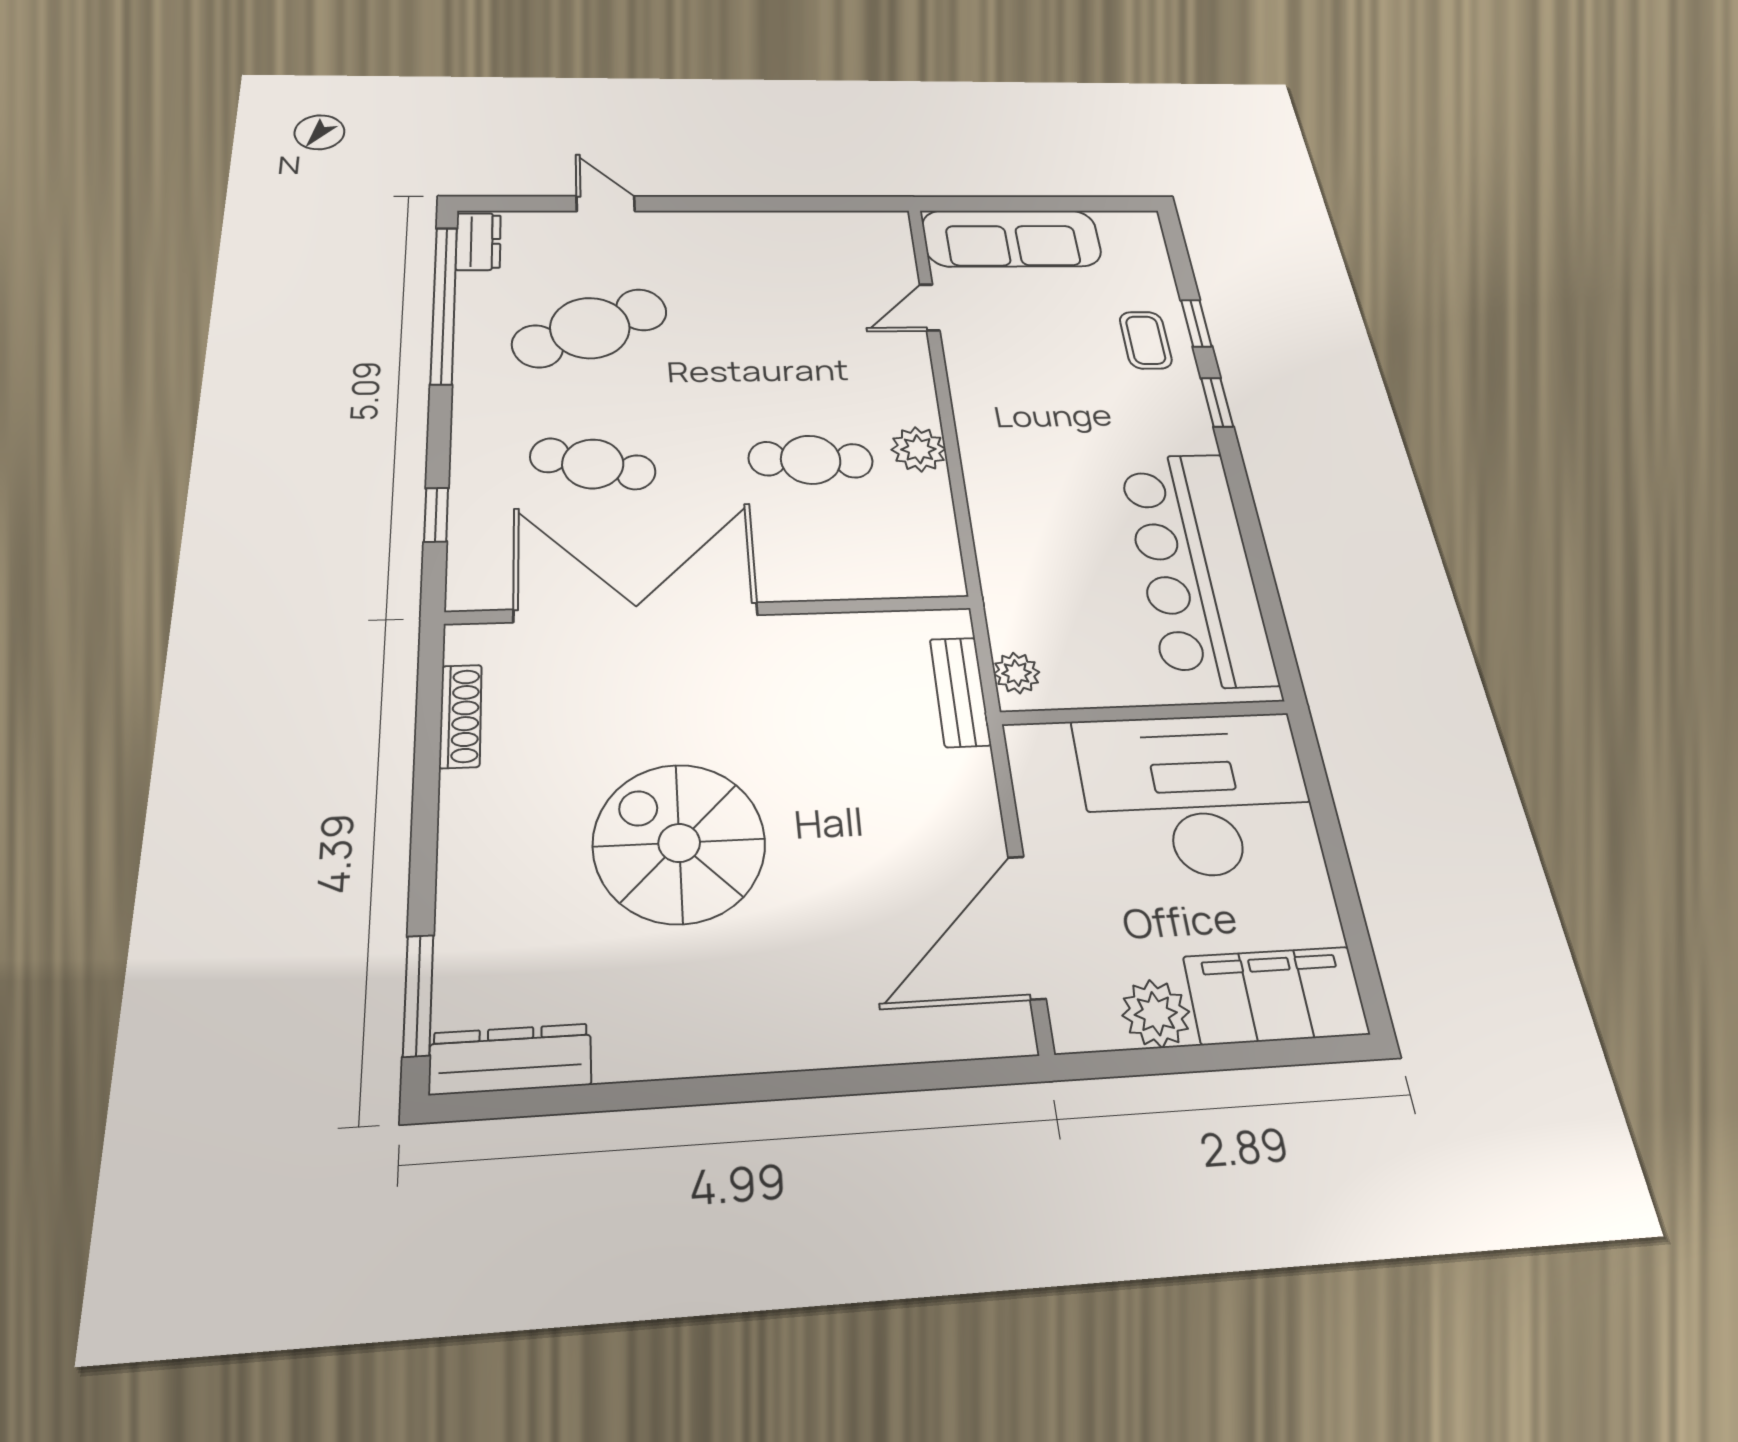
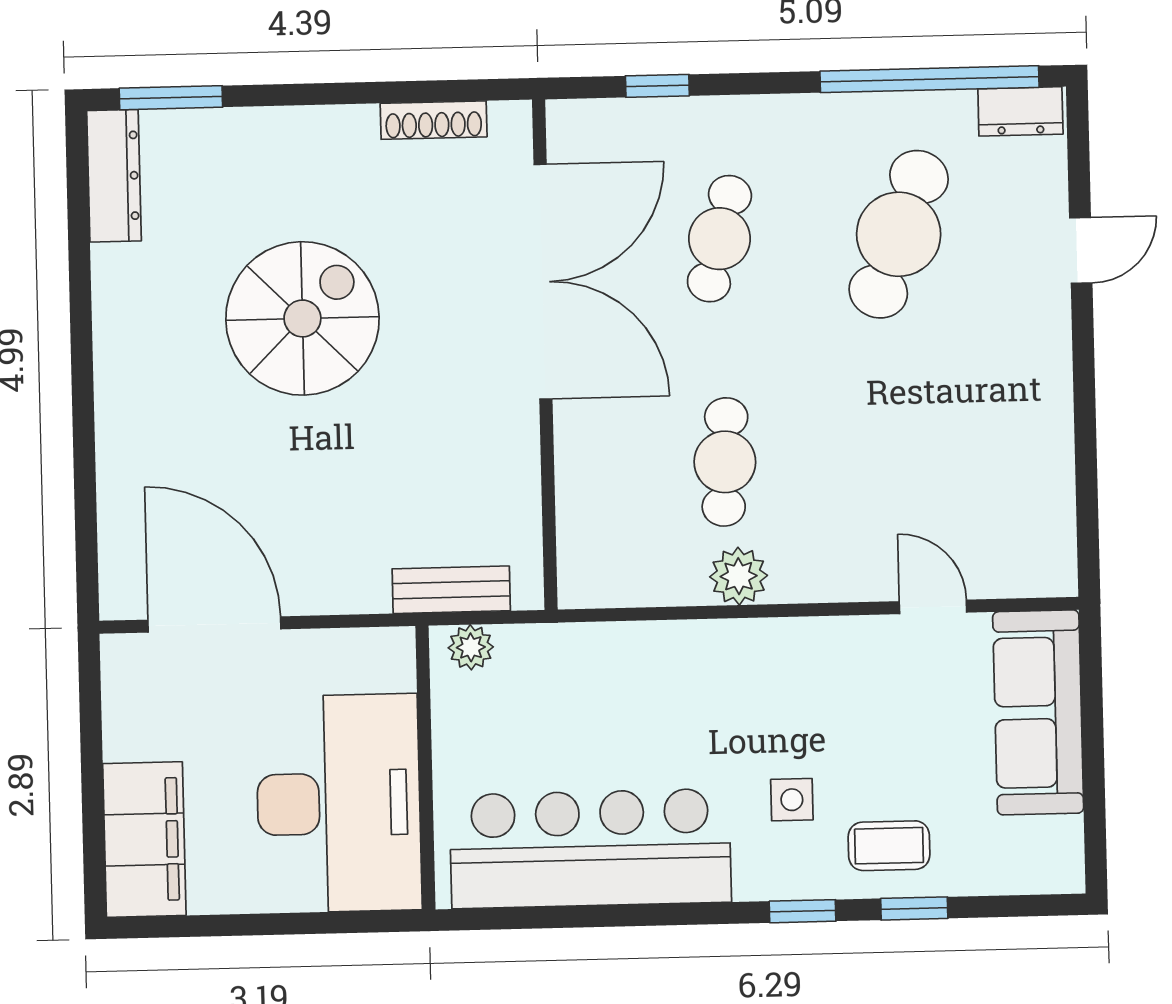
cafe table: (590, 328) -> (899, 234), turned 45
side table: (1119, 410) -> (792, 800), added
plant: (1156, 1014) -> (132, 728), removed

